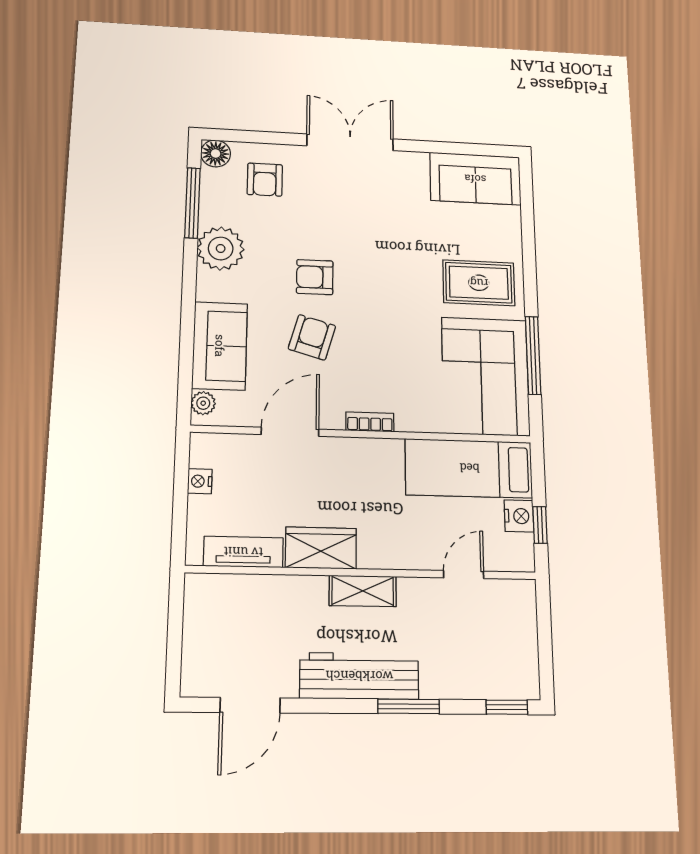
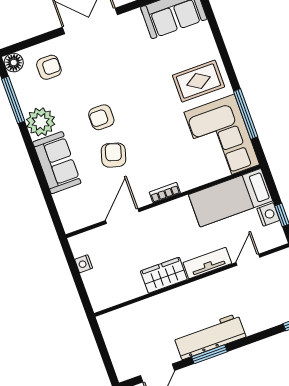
armchair: (265, 180) -> (49, 67), turned -90
sofa: (220, 346) -> (57, 163), moved
plant: (203, 403) -> (68, 219), removed
tv unit: (243, 552) -> (207, 263), moved
shelving: (363, 591) -> (195, 290), removed
window: (409, 706) -> (209, 354), moved

